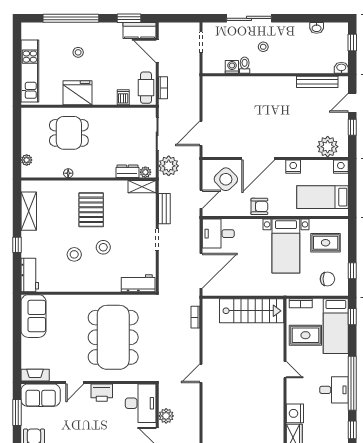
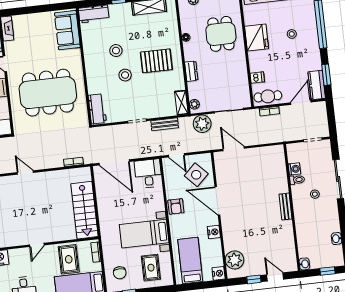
bench: (317, 82) -> (286, 207), moved, width x0.73
dresser: (127, 171) -> (191, 71), moved
sofa: (33, 316) -> (67, 30), moved, turned 90

